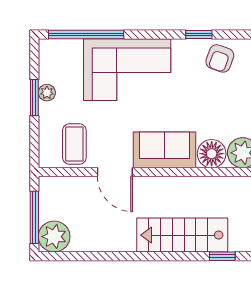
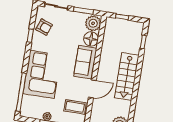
stairs: (182, 235) -> (127, 77), moved

